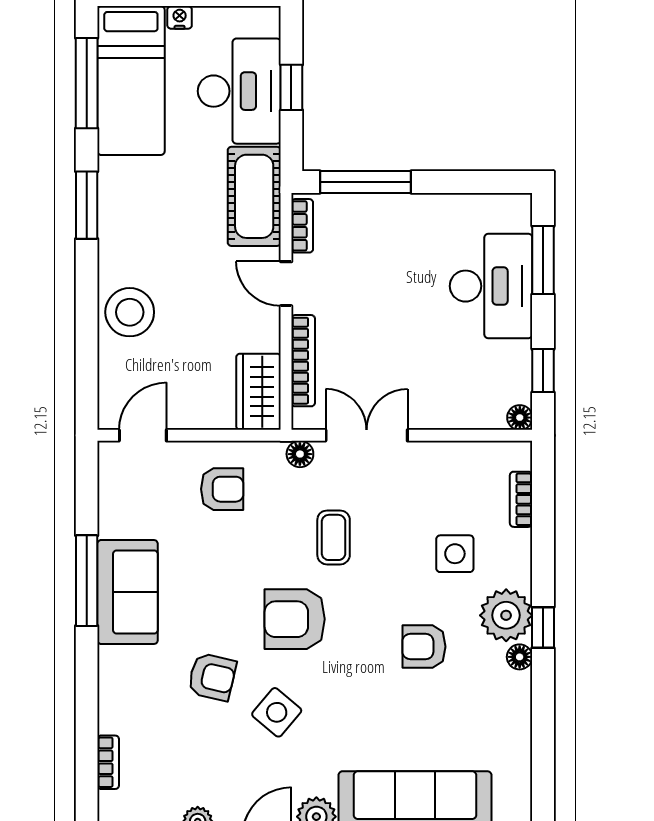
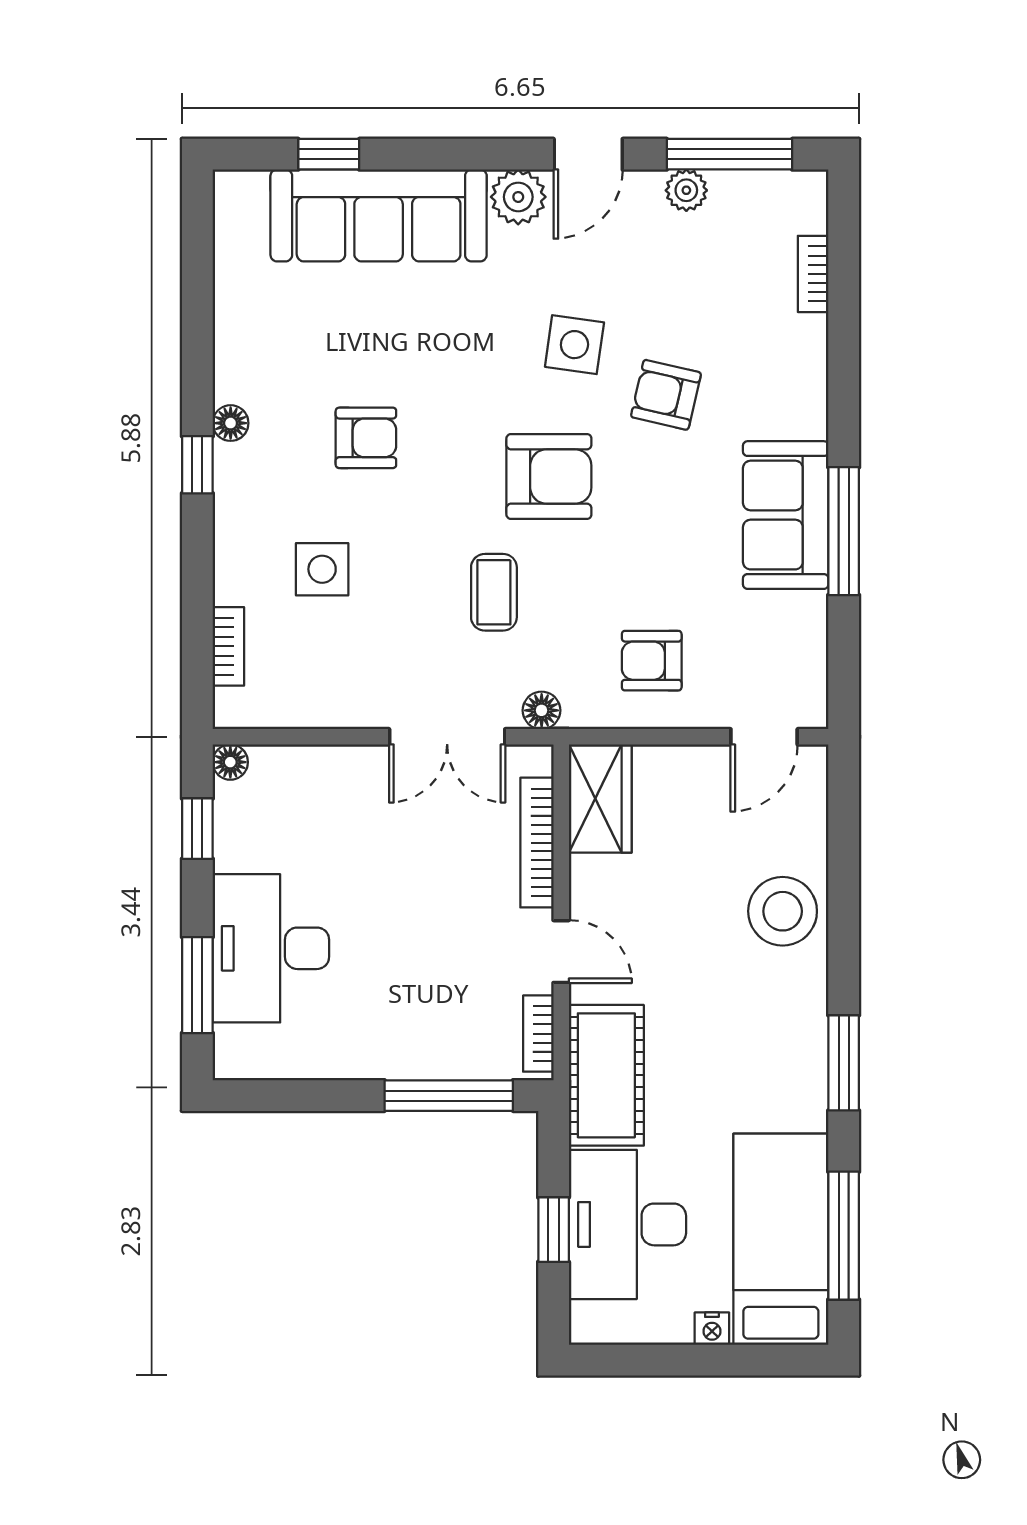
plant: (506, 615) -> (250, 482), removed
side table: (277, 712) -> (574, 345), turned -32

